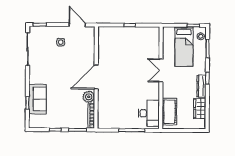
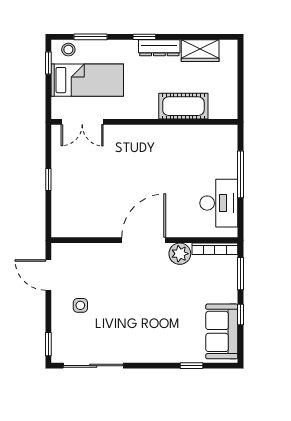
door: (77, 25) -> (48, 275), hinge flipped
double door: (161, 70) -> (82, 122), moved
door: (96, 77) -> (144, 240), swing flipped
sofa: (38, 99) -> (222, 331), moved, turned -90
cot: (169, 112) -> (183, 106), moved
desk: (149, 113) -> (219, 203), moved, turned 90

